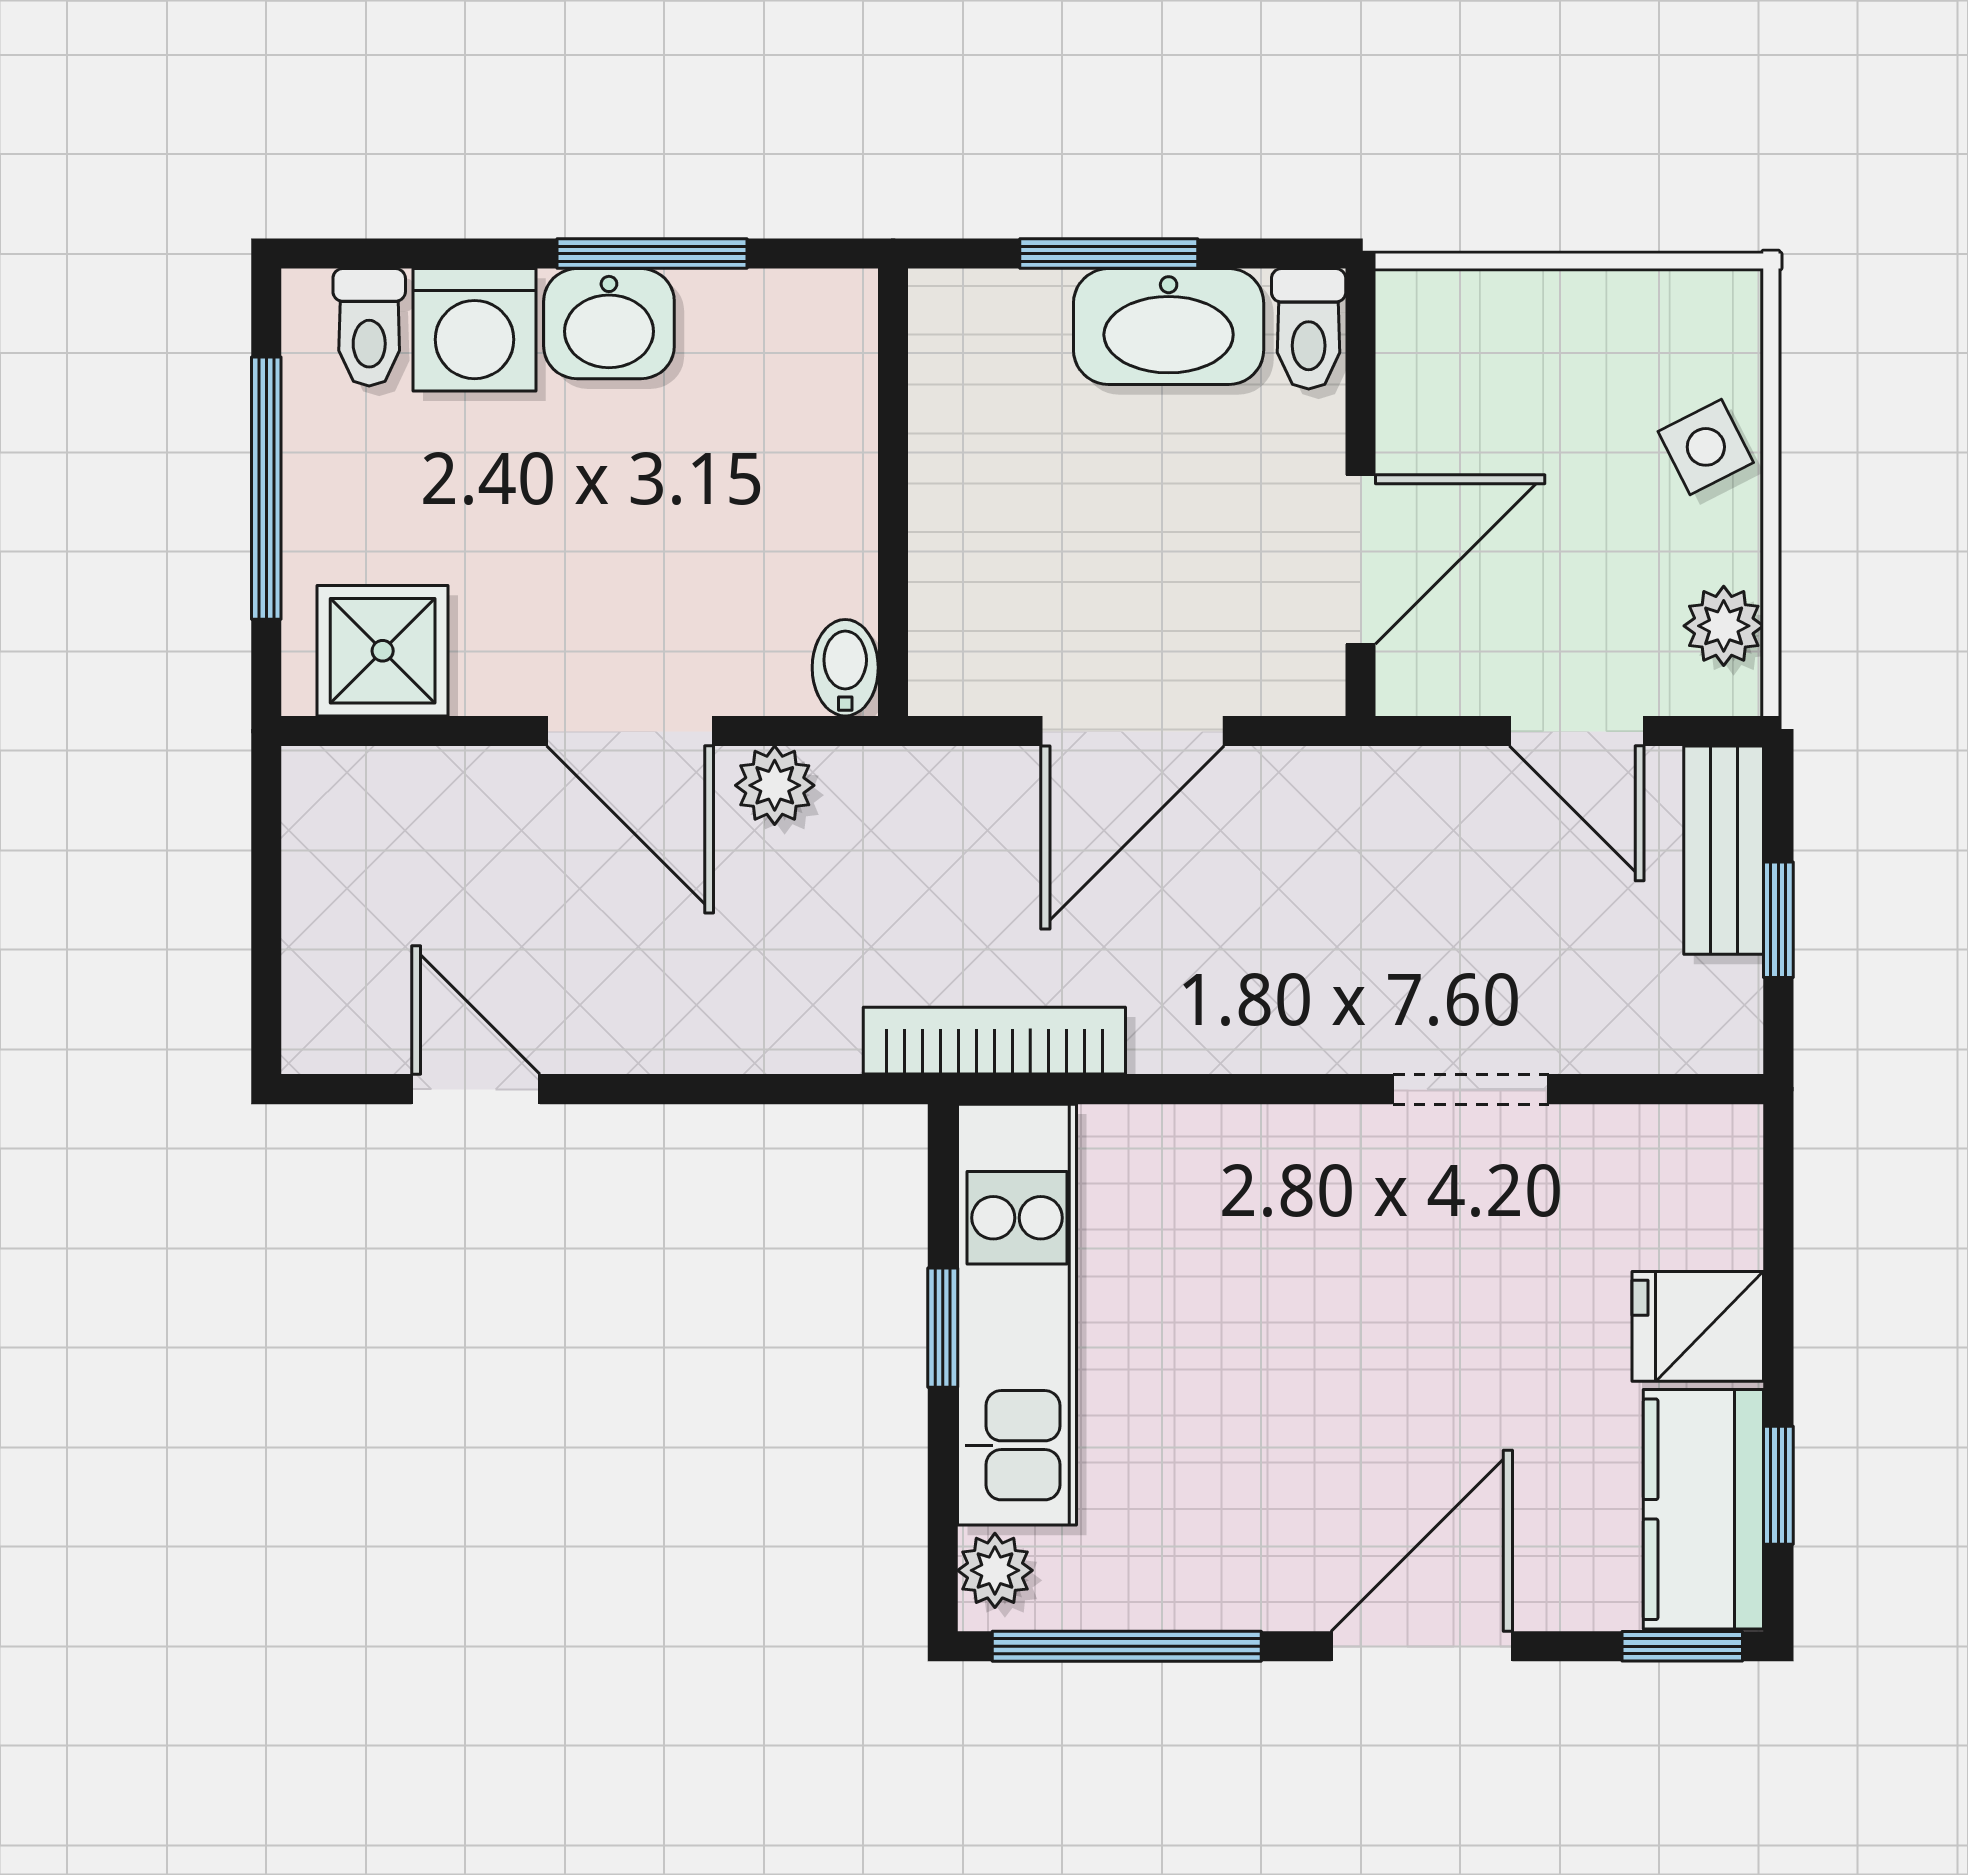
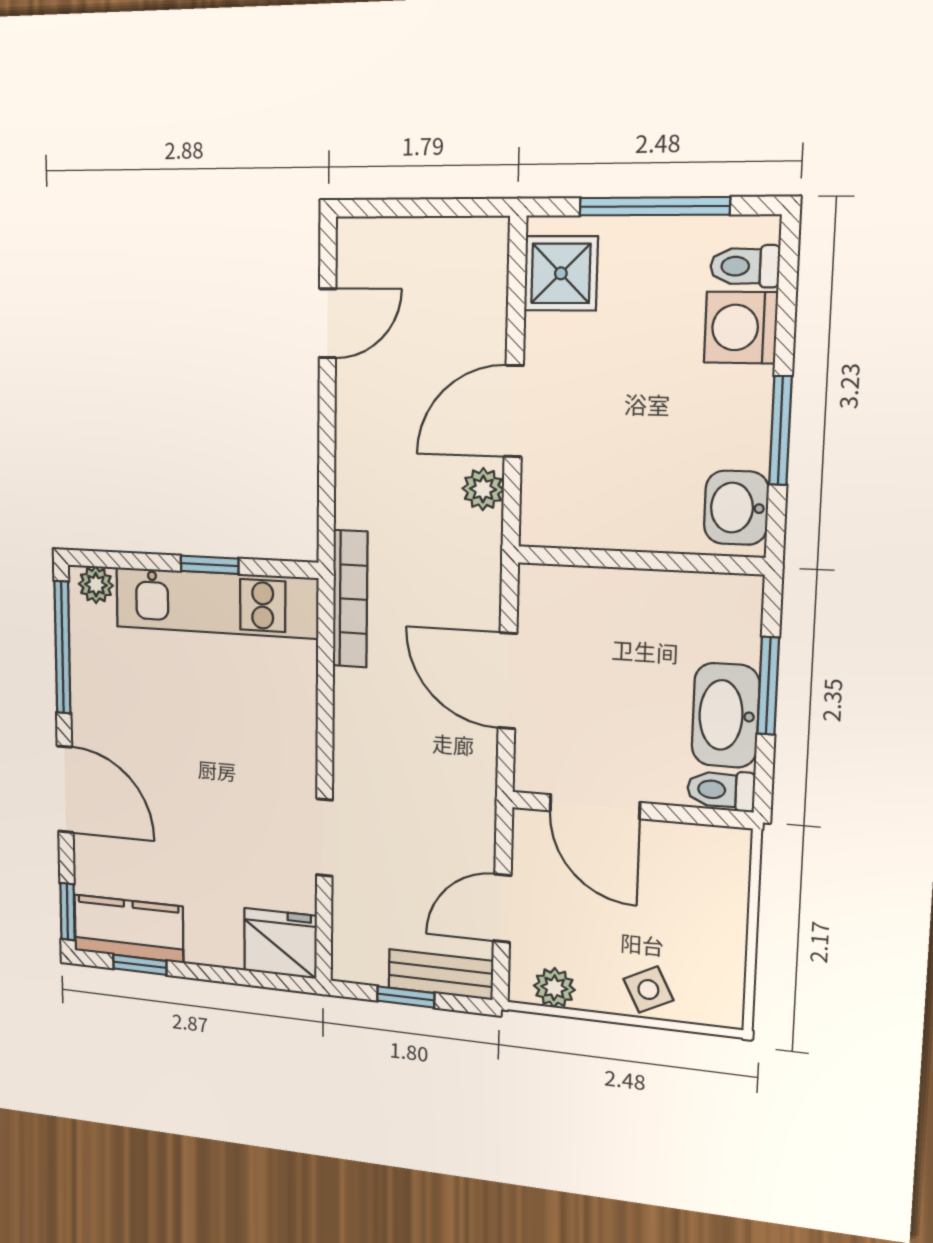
washbasin: (609, 324) -> (736, 508), moved
bidet: (845, 668) -> (545, 530), removed
fridge: (1698, 1326) -> (280, 943), moved, width x1.38

